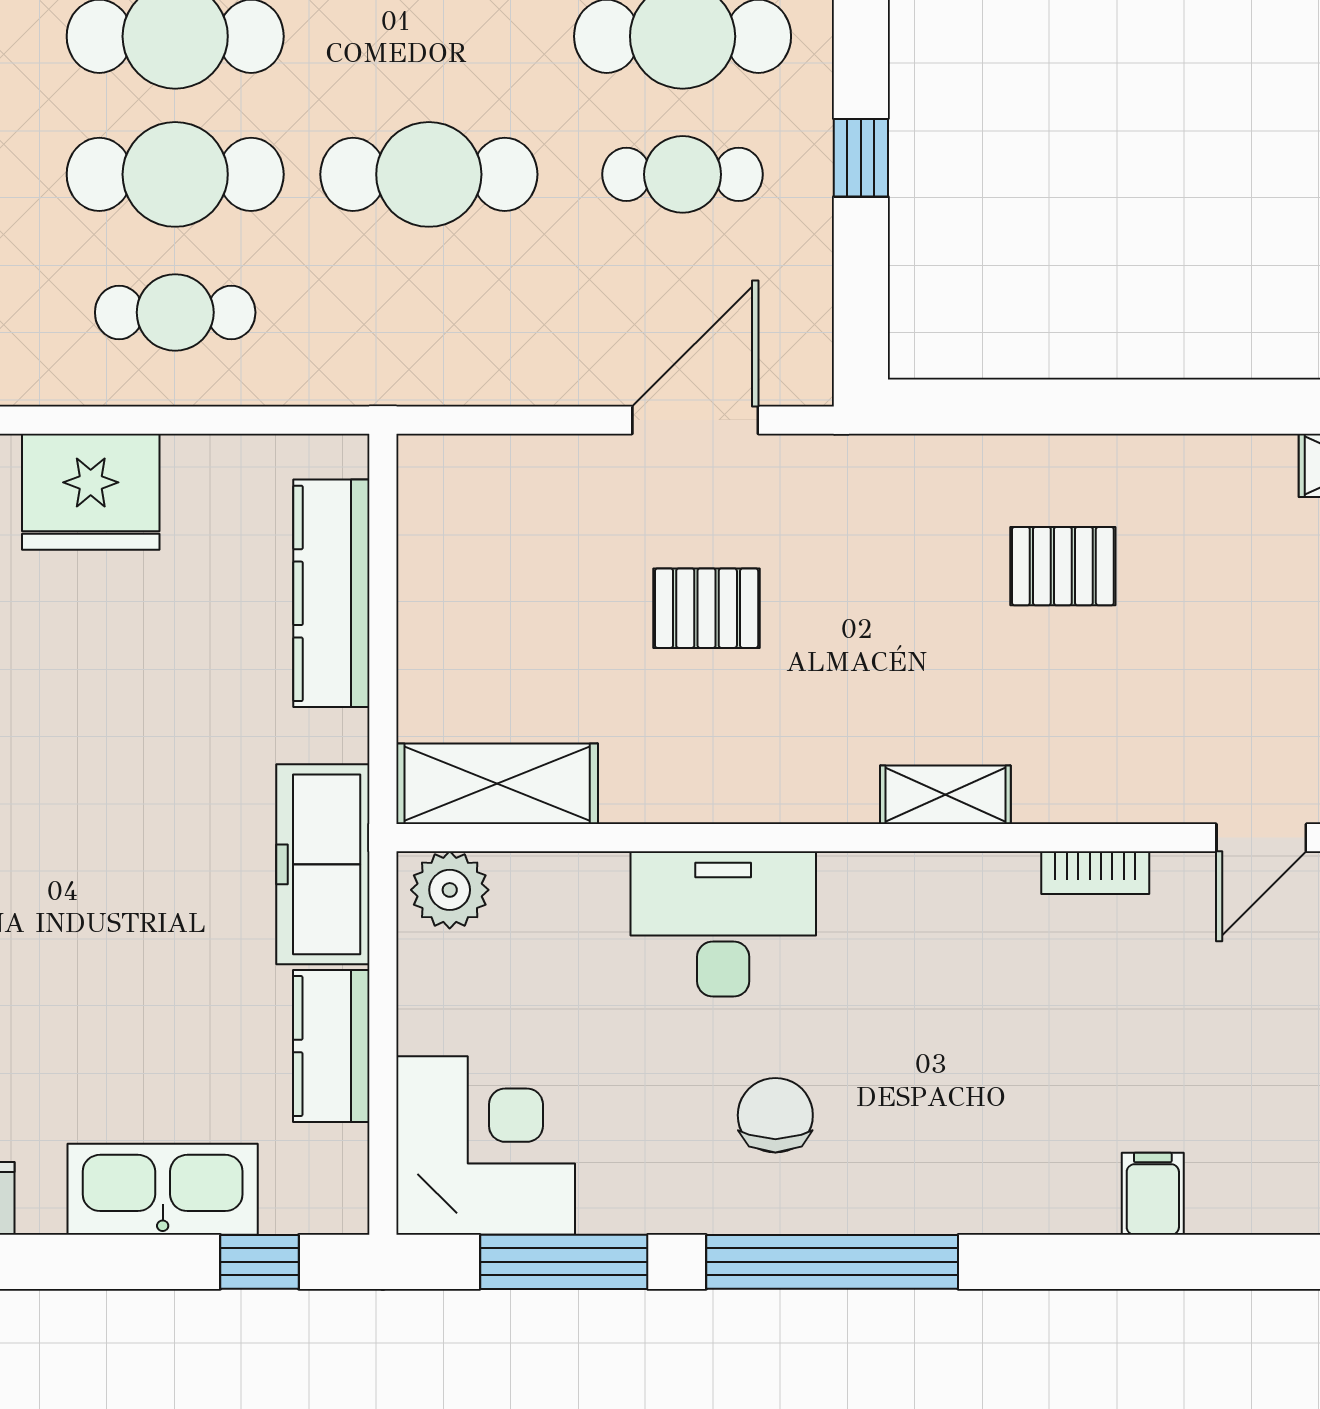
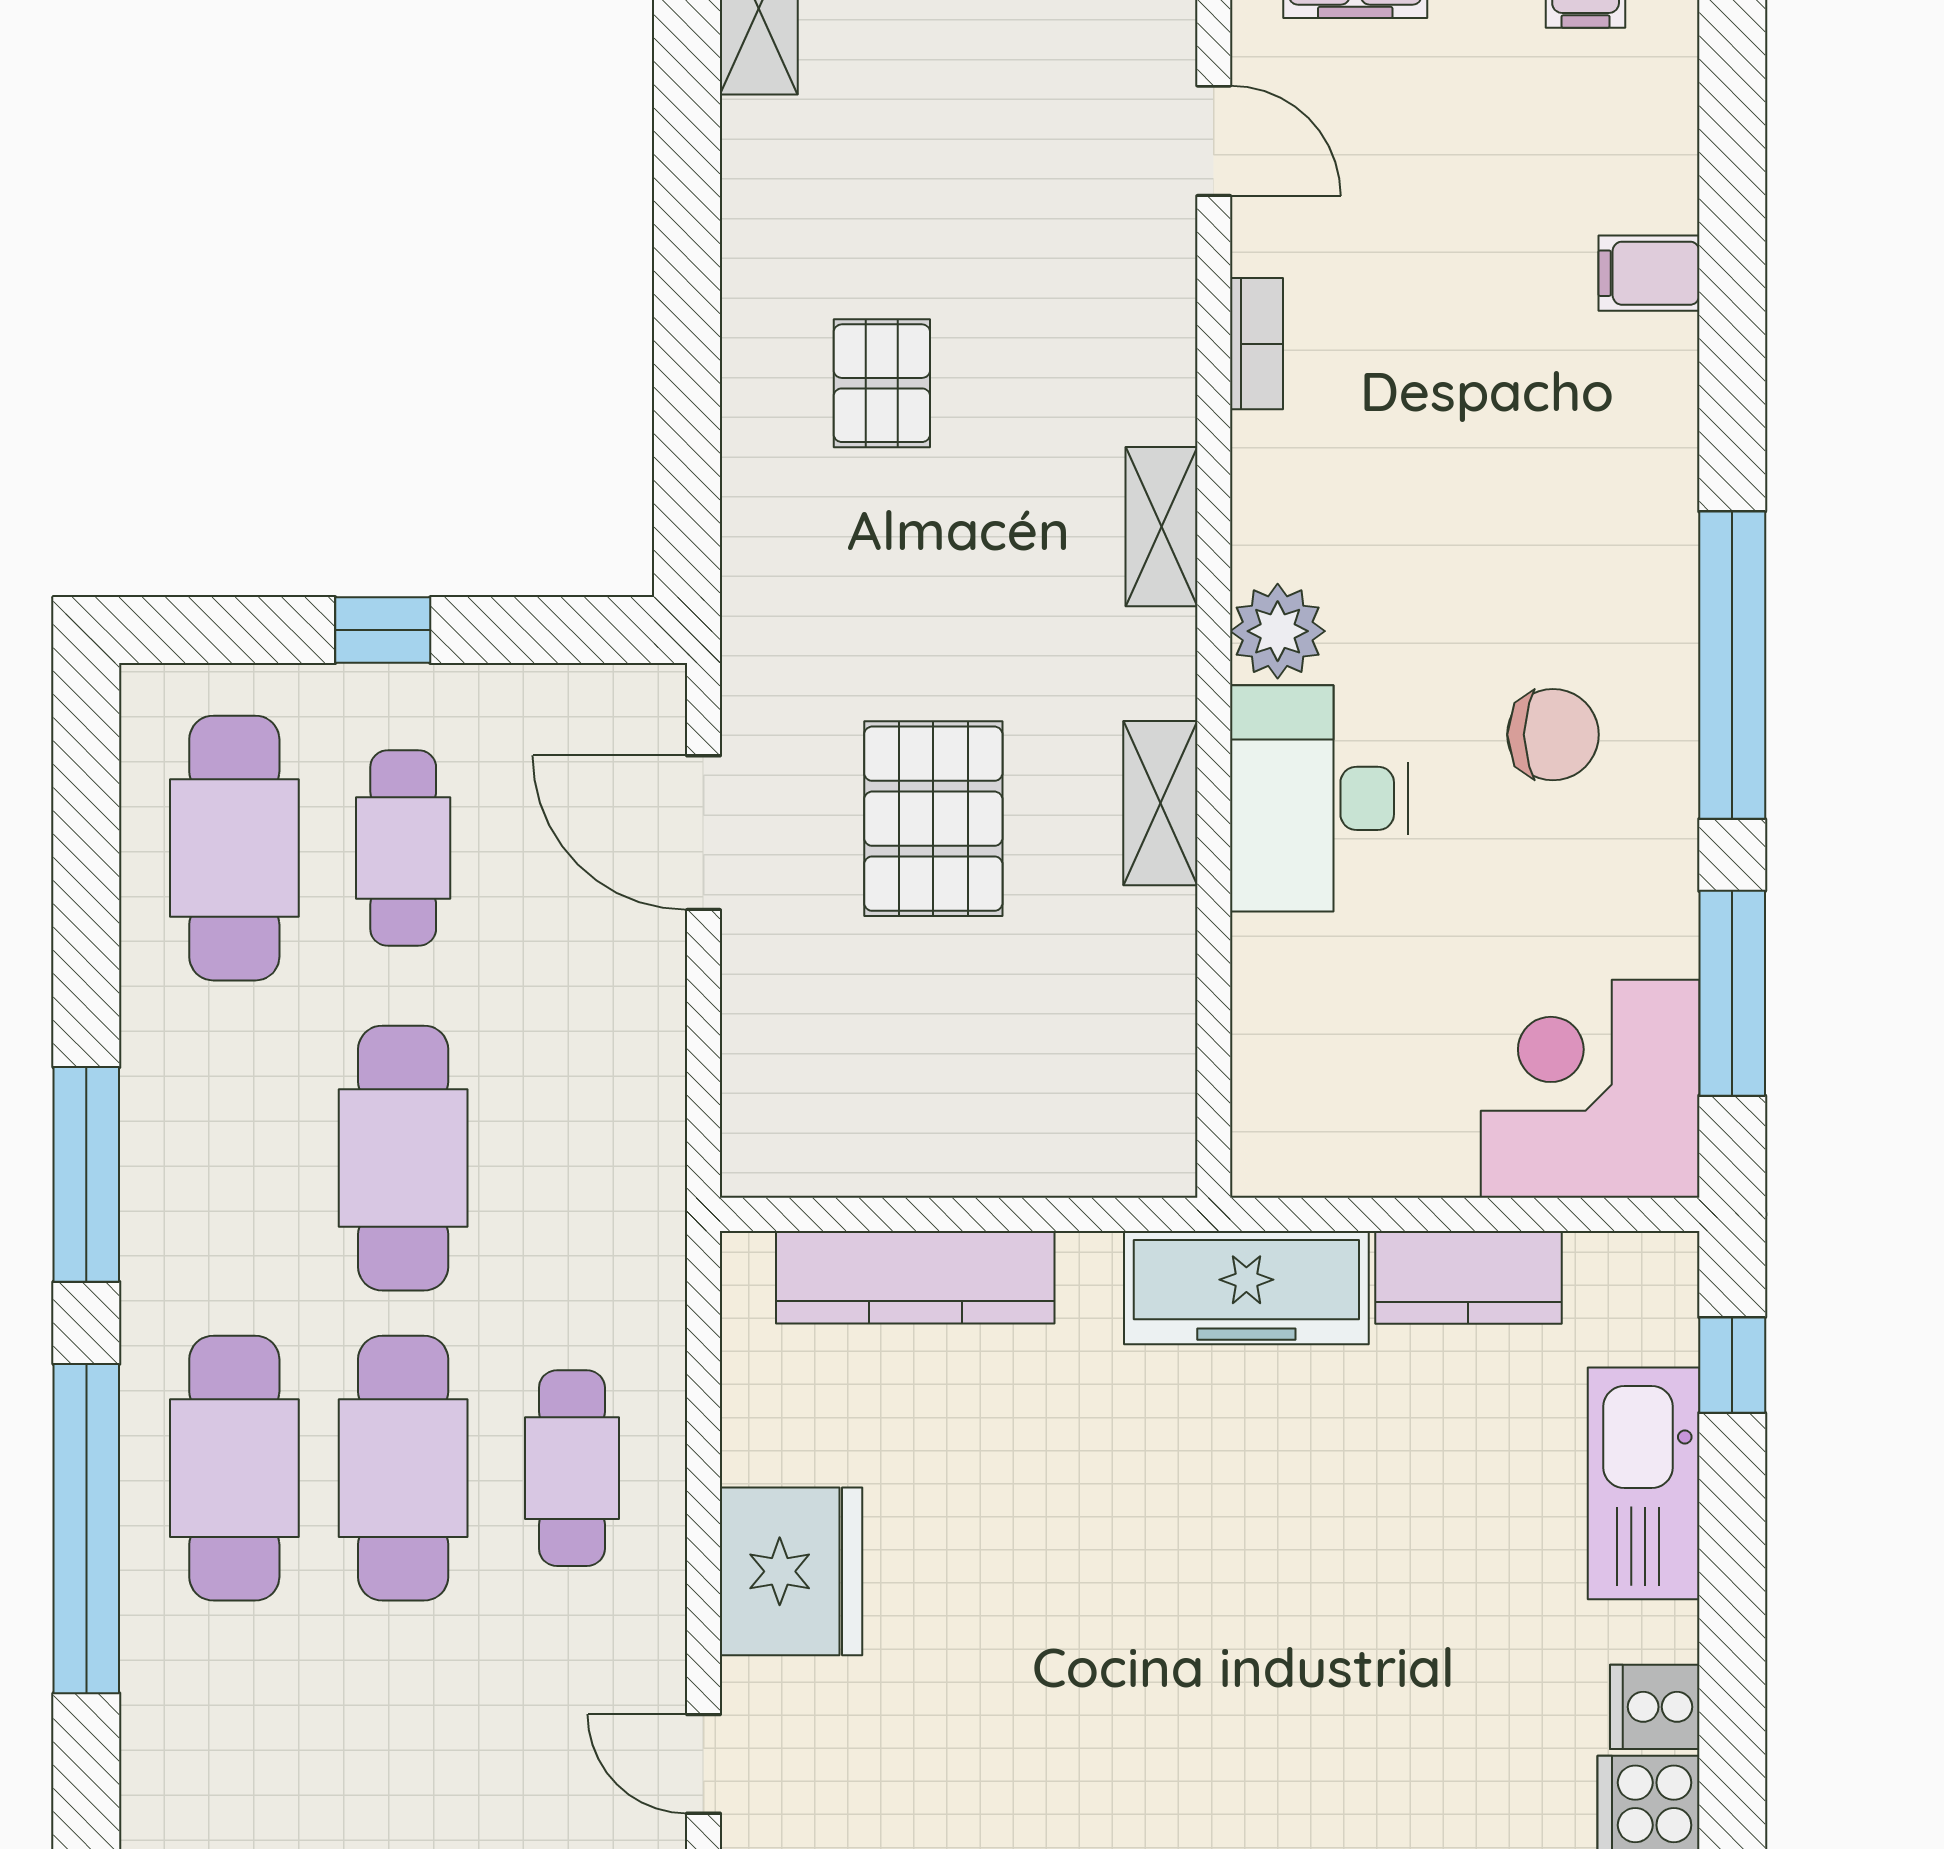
pallet: (707, 608) -> (933, 819), width x1.50, depth x1.42
shelving: (497, 784) -> (1160, 803), moved, width x0.67, depth x0.75
plant: (450, 890) -> (1278, 631), moved
chair: (775, 1115) -> (1553, 735), turned 180

